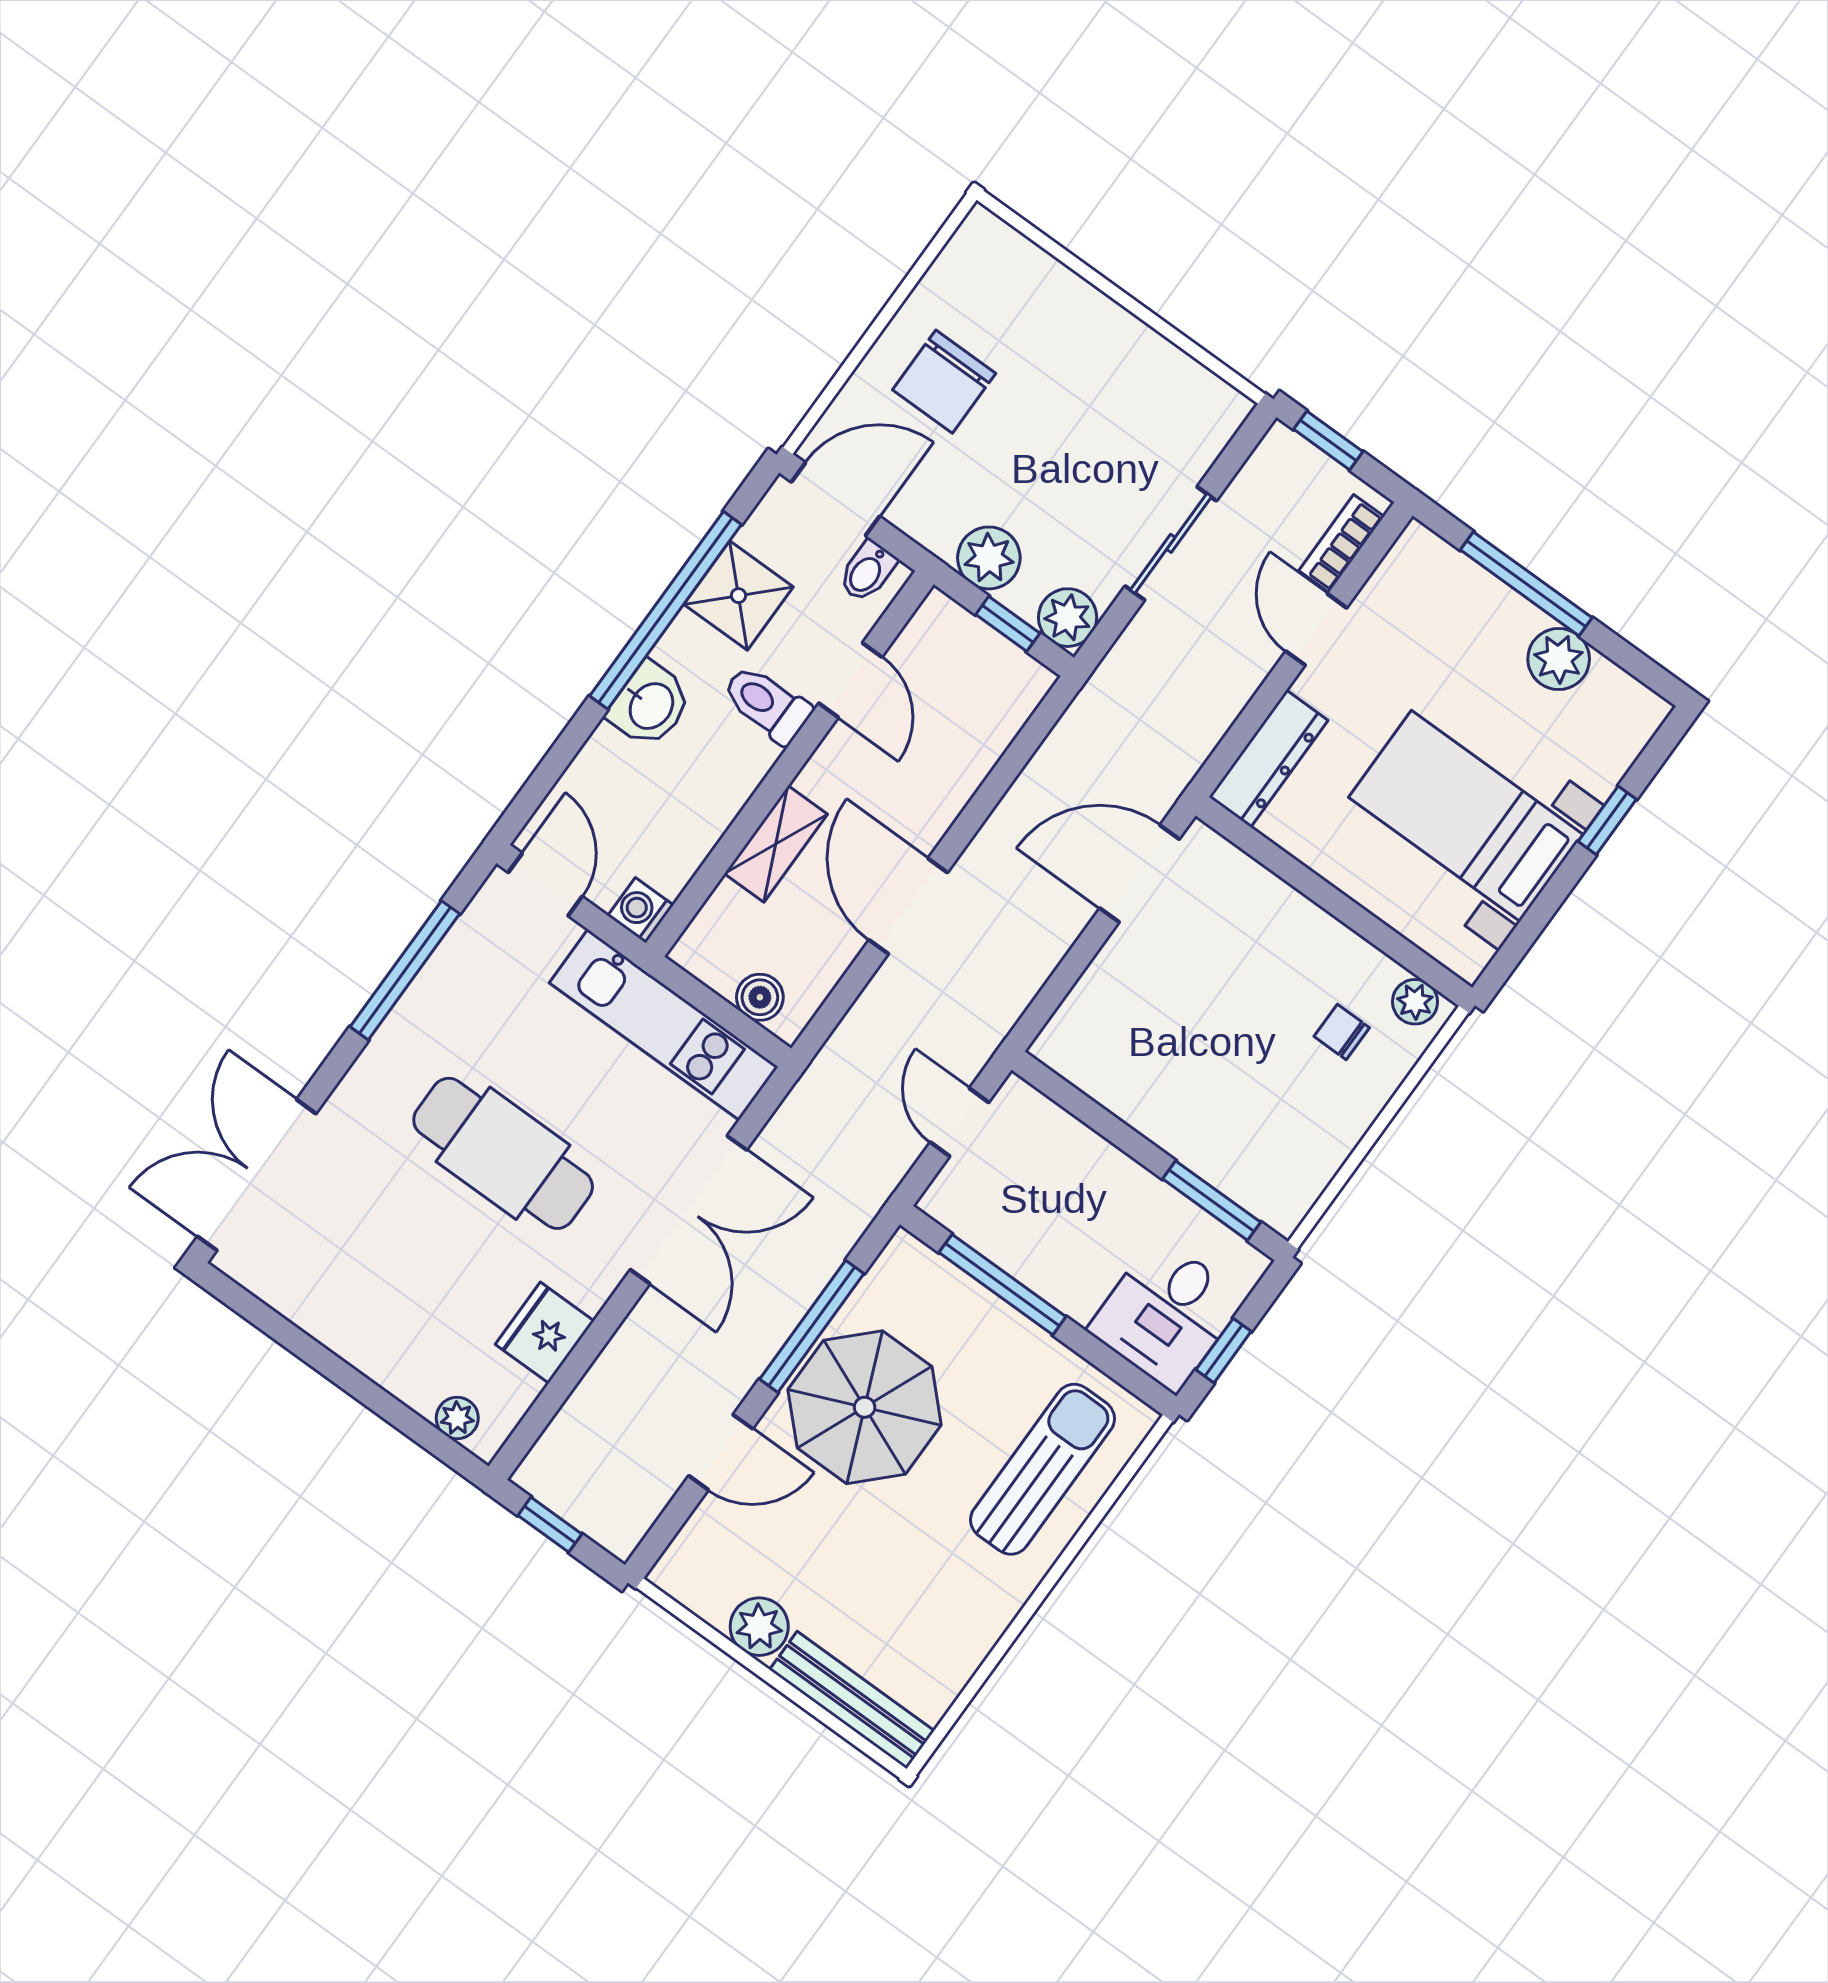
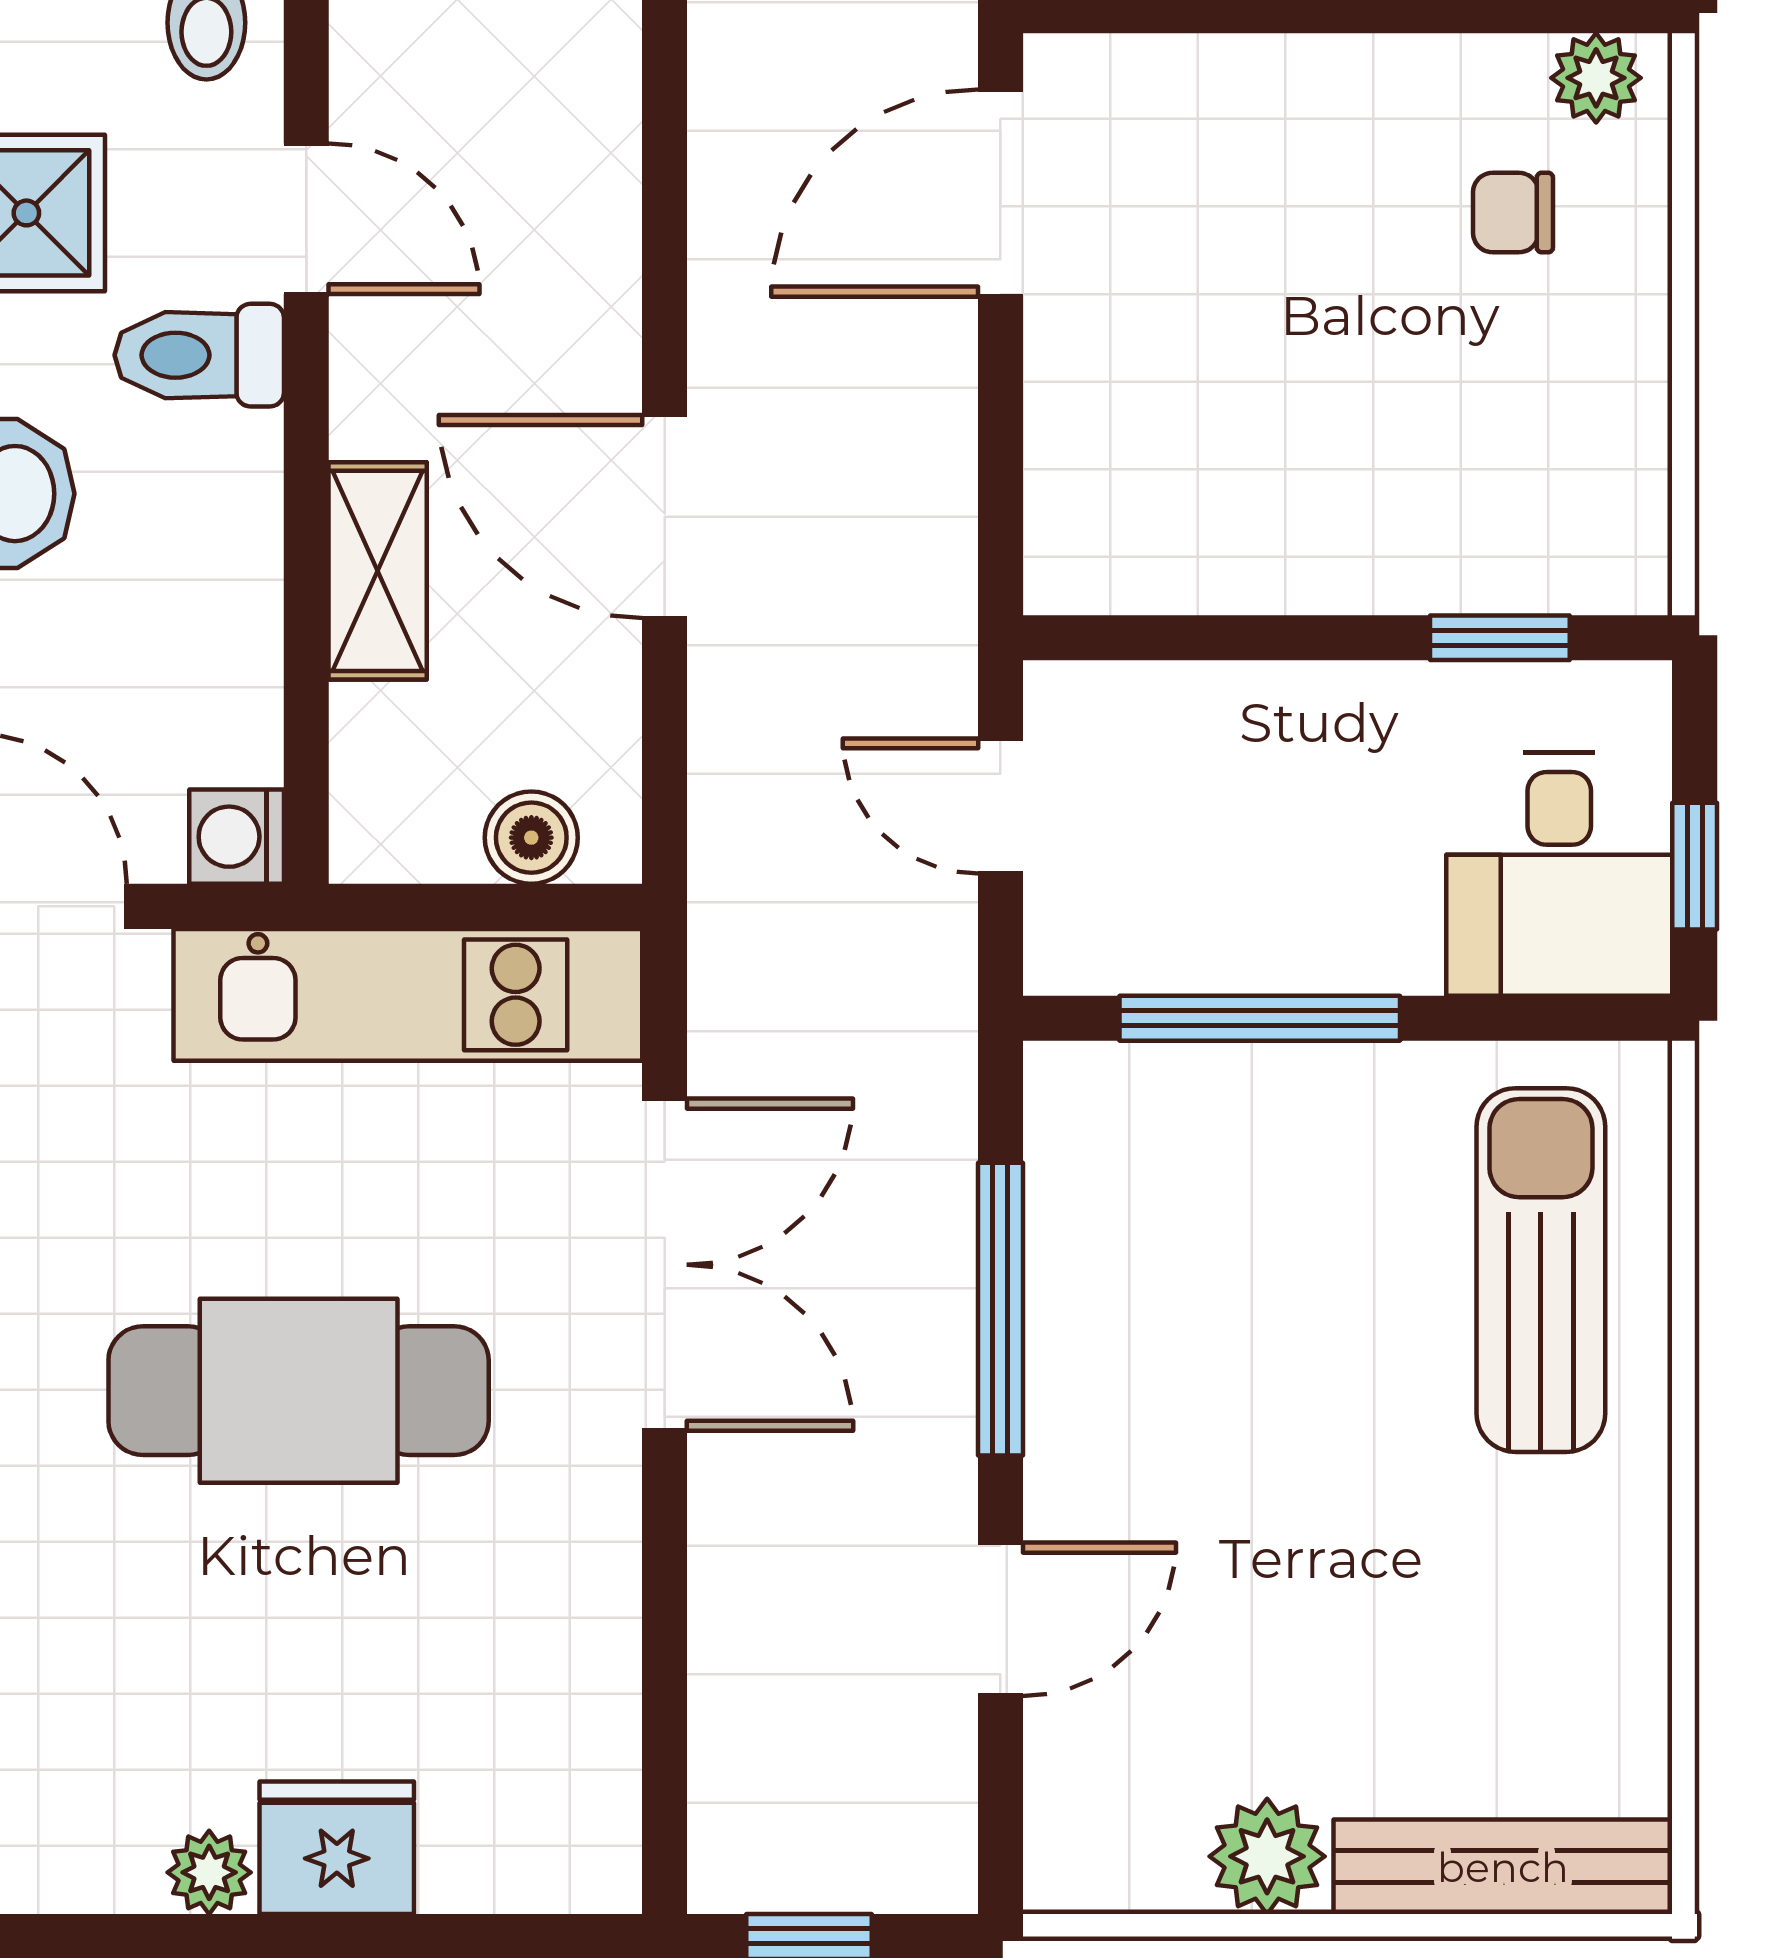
window: (1212, 1201) -> (1500, 638), width x0.67
fridge: (545, 1333) -> (337, 1848), moved, turned 90
parasol: (865, 1407) -> (1181, 1378), removed
plant: (457, 1418) -> (209, 1872), moved

